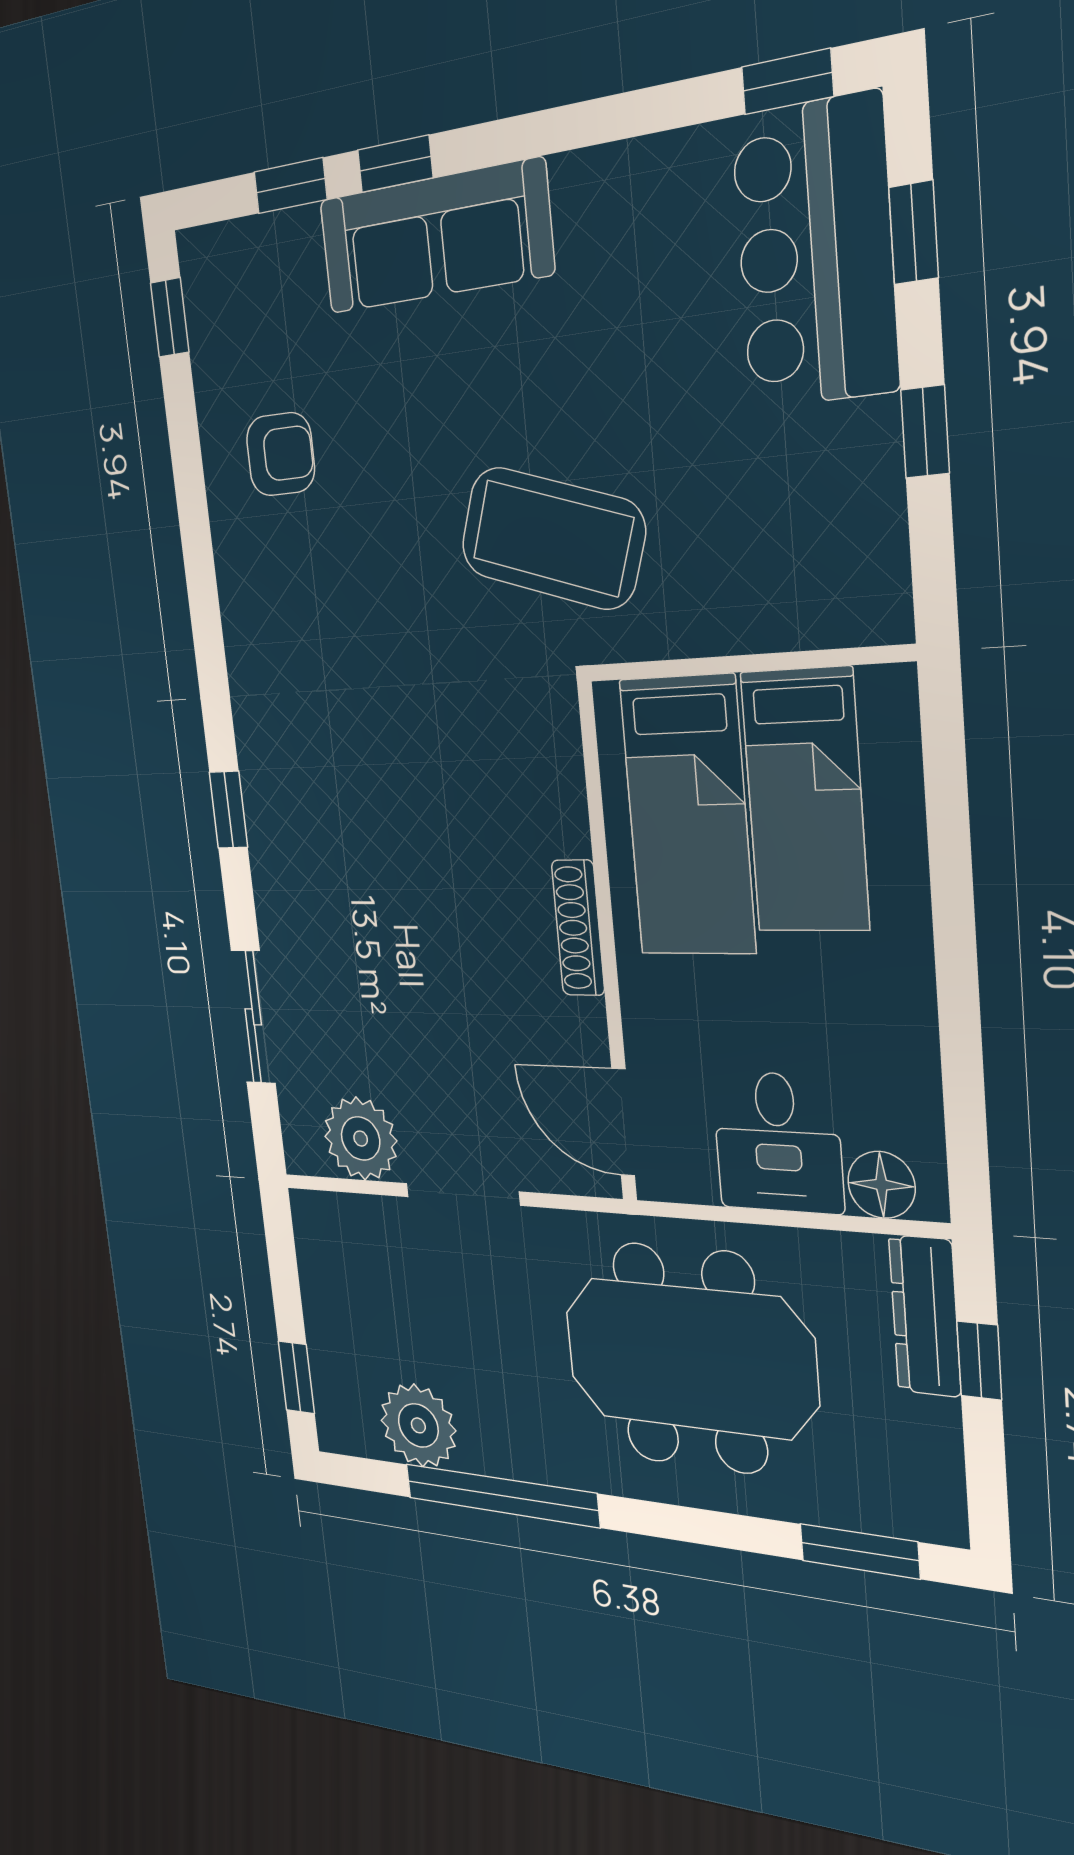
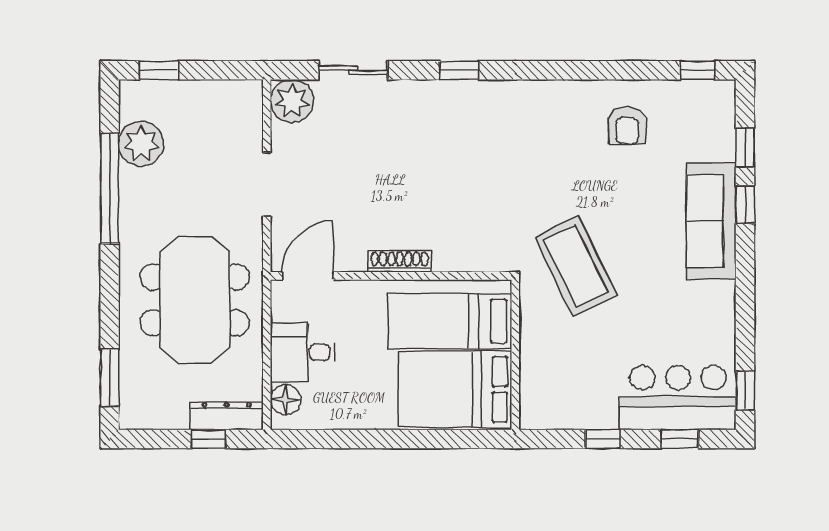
coffee table: (552, 538) -> (576, 266), turned -44
bed: (805, 801) -> (455, 389), width x1.50
plant: (361, 1139) -> (292, 101), moved

